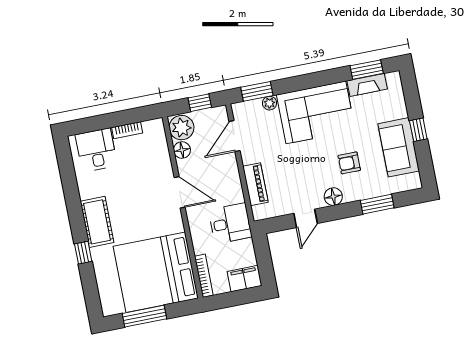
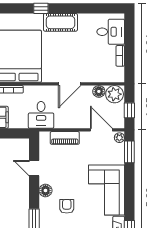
plant: (270, 103) -> (119, 138), moved

